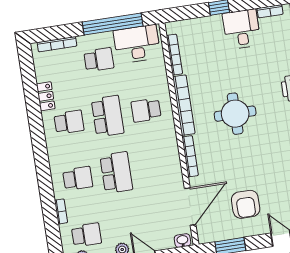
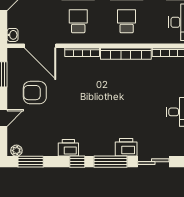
round table: (235, 114) -> (112, 95), removed
school desk: (155, 167) -> (78, 21), added

